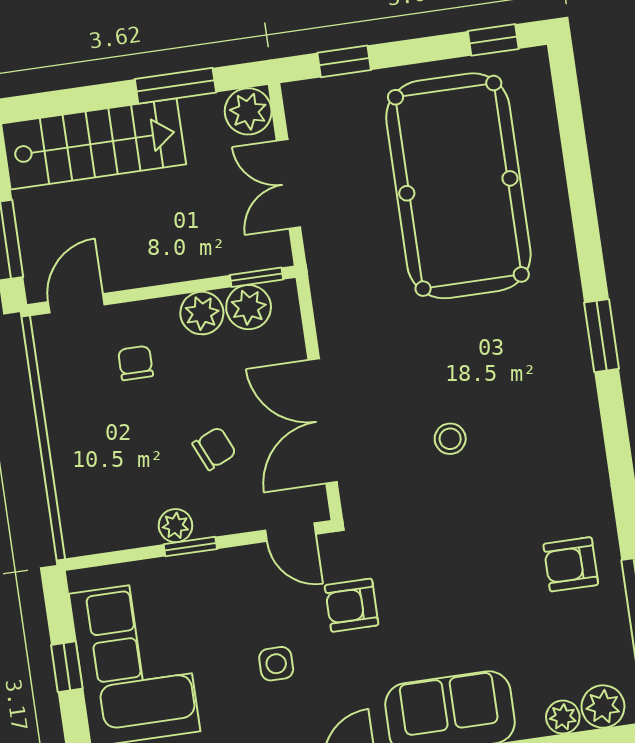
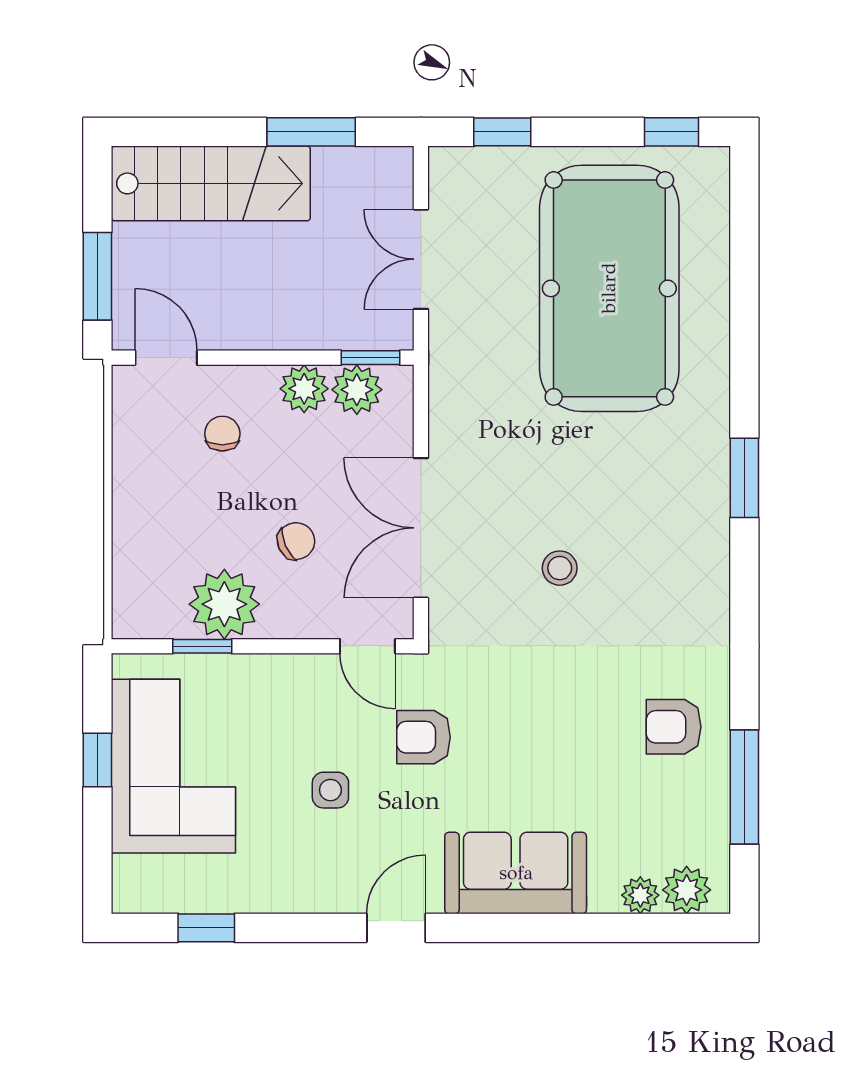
plant: (248, 111) -> (388, 172), removed
door: (76, 303) -> (166, 358), hinge flipped
plant: (175, 526) -> (224, 604), width x1.87, depth x1.87
window: (190, 547) -> (202, 646), moved

